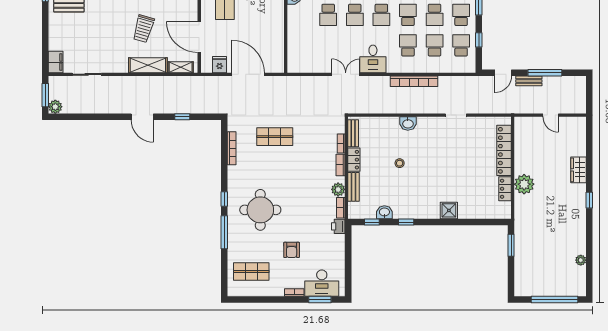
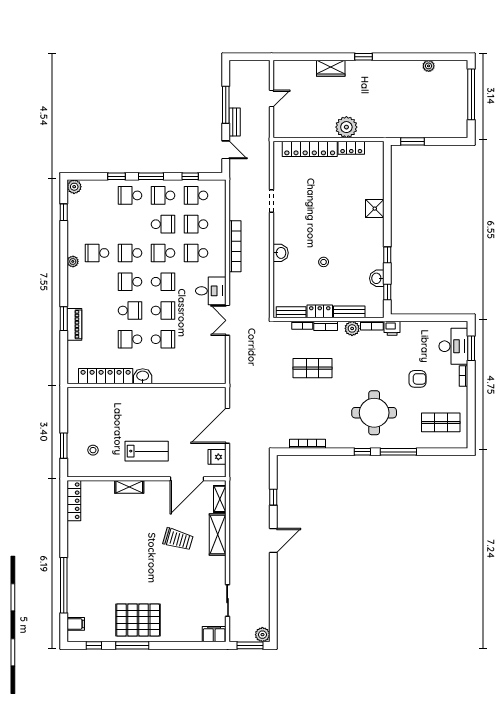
shop shelf: (275, 137) -> (313, 368), moved, turned 90
shop shelf: (251, 271) -> (441, 422), turned 90

